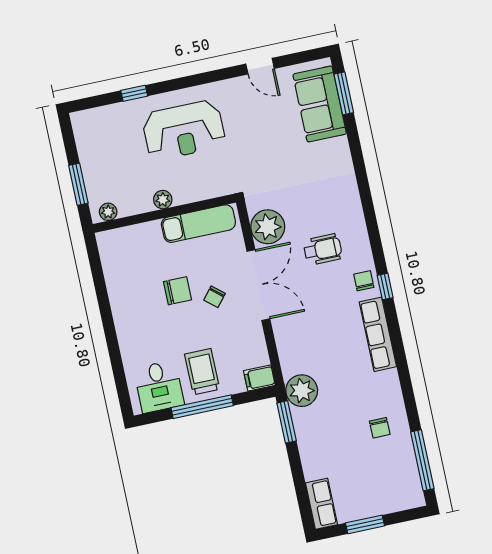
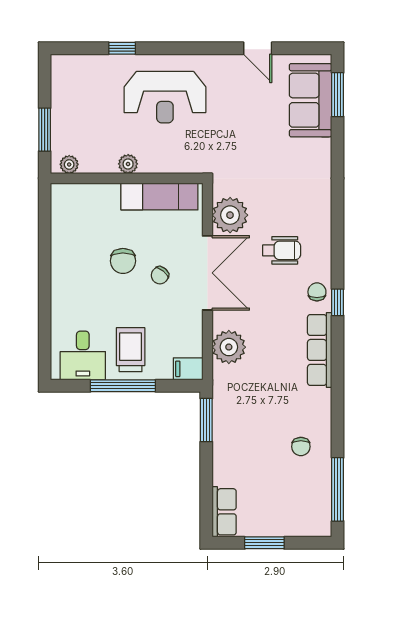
chair: (177, 291) -> (123, 261), turned 90
plant: (302, 391) -> (229, 347), moved

